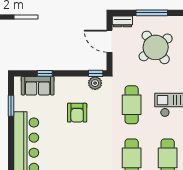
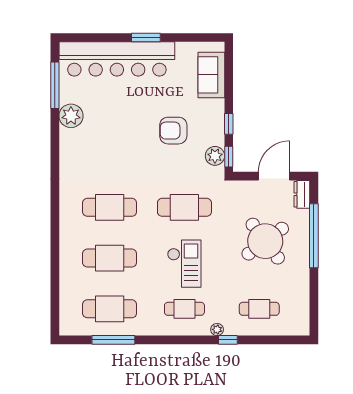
window: (152, 13) -> (314, 236), width x1.46
window: (45, 73) -> (229, 124), moved
window: (11, 106) -> (146, 37), moved

